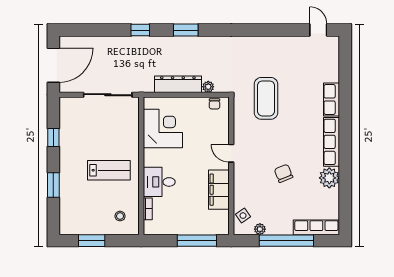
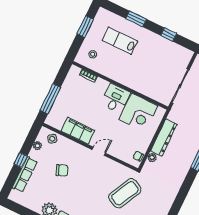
coffee table: (266, 98) -> (125, 193), turned -63
lab bench: (109, 170) -> (120, 41), moved, turned 90
chair: (284, 173) -> (62, 170), moved
desk: (159, 182) -> (115, 98), moved
row of seats: (316, 227) -> (25, 174), moved
window: (286, 241) -> (21, 160), width x0.32

